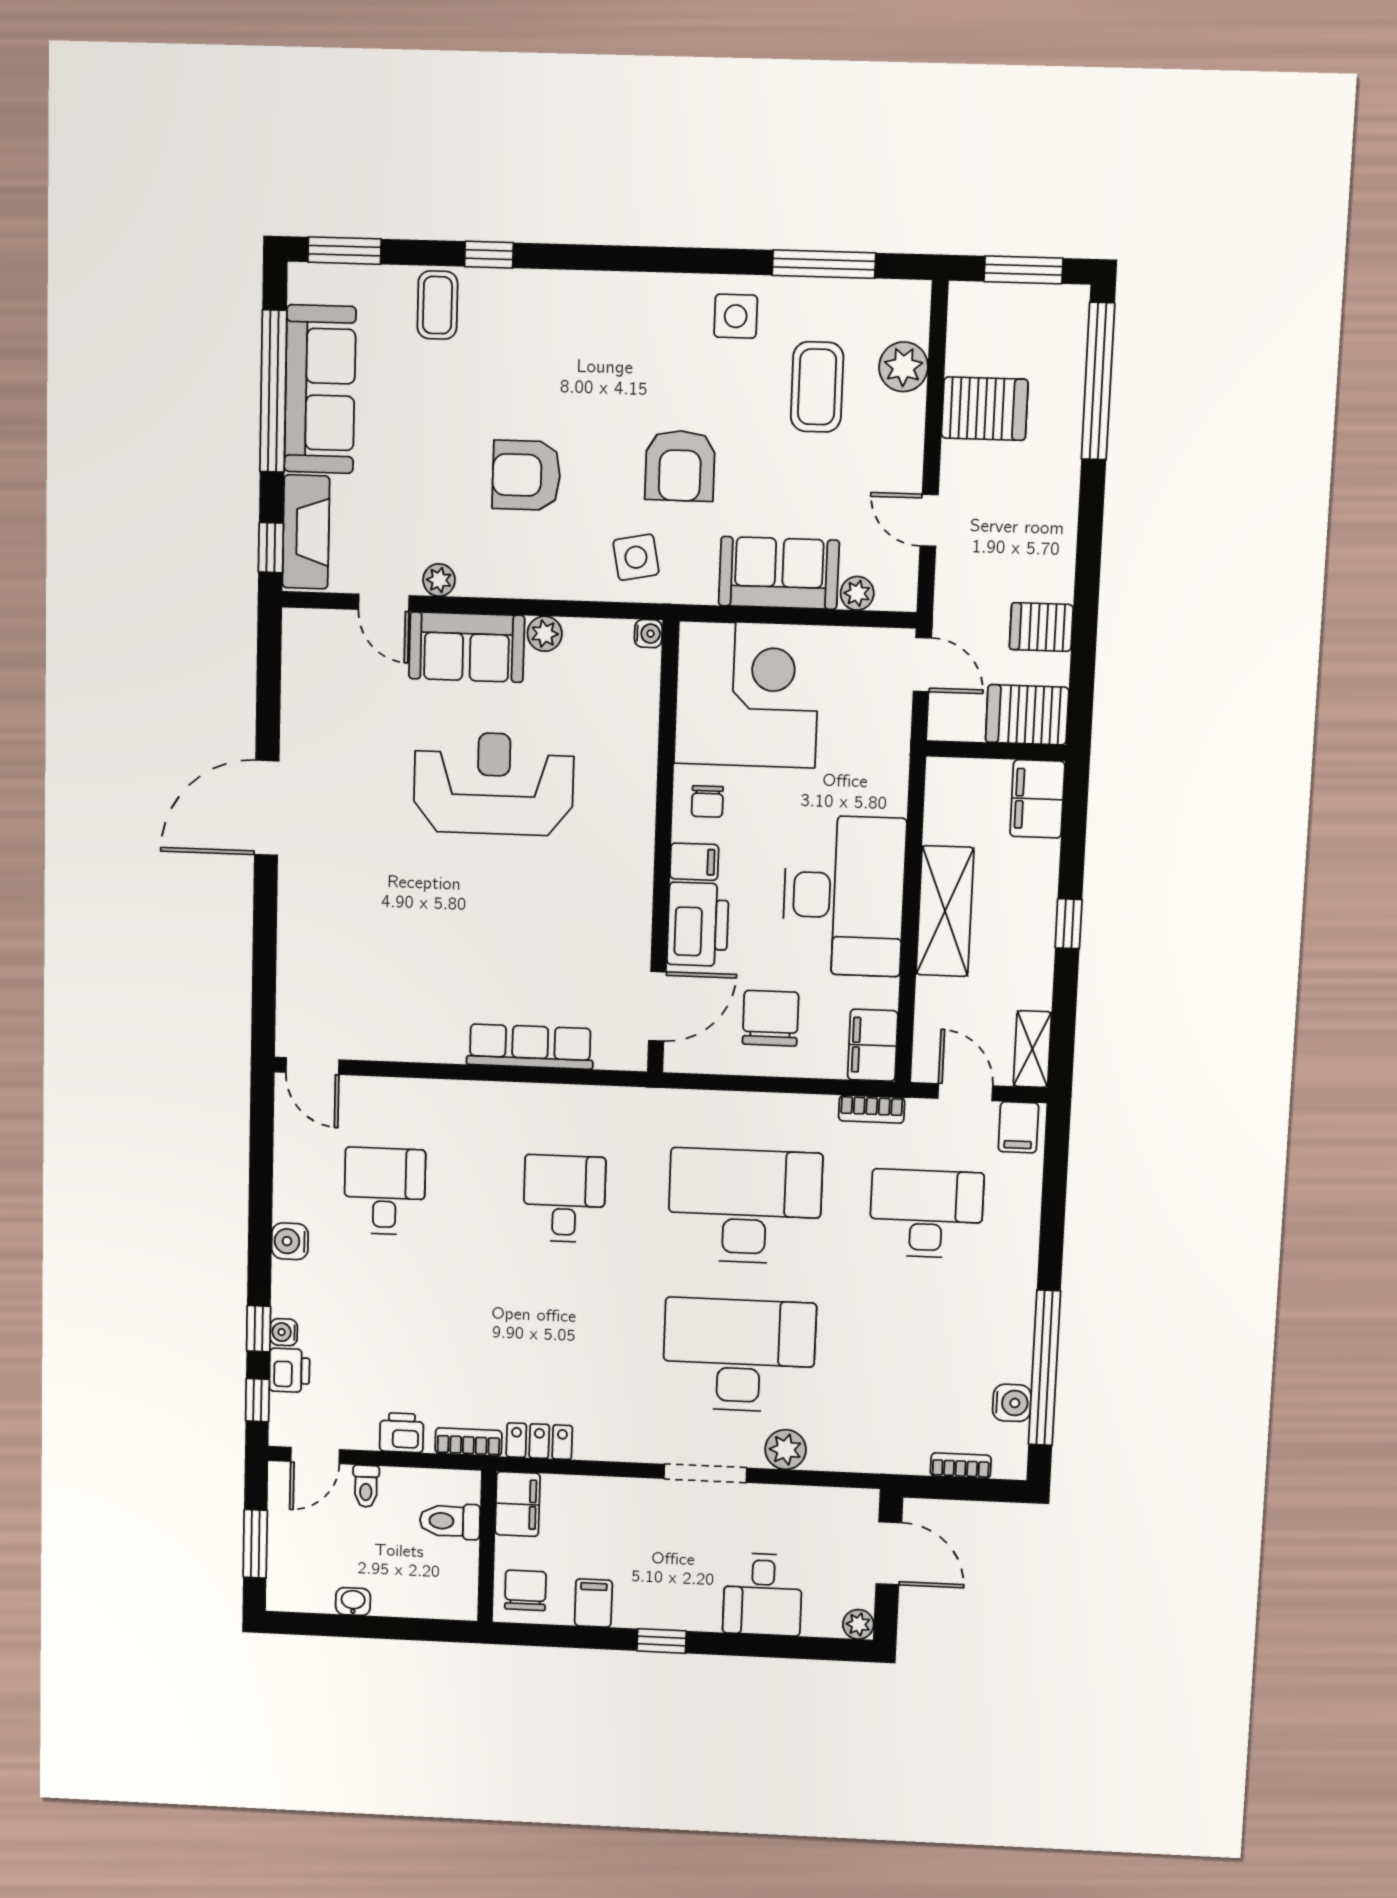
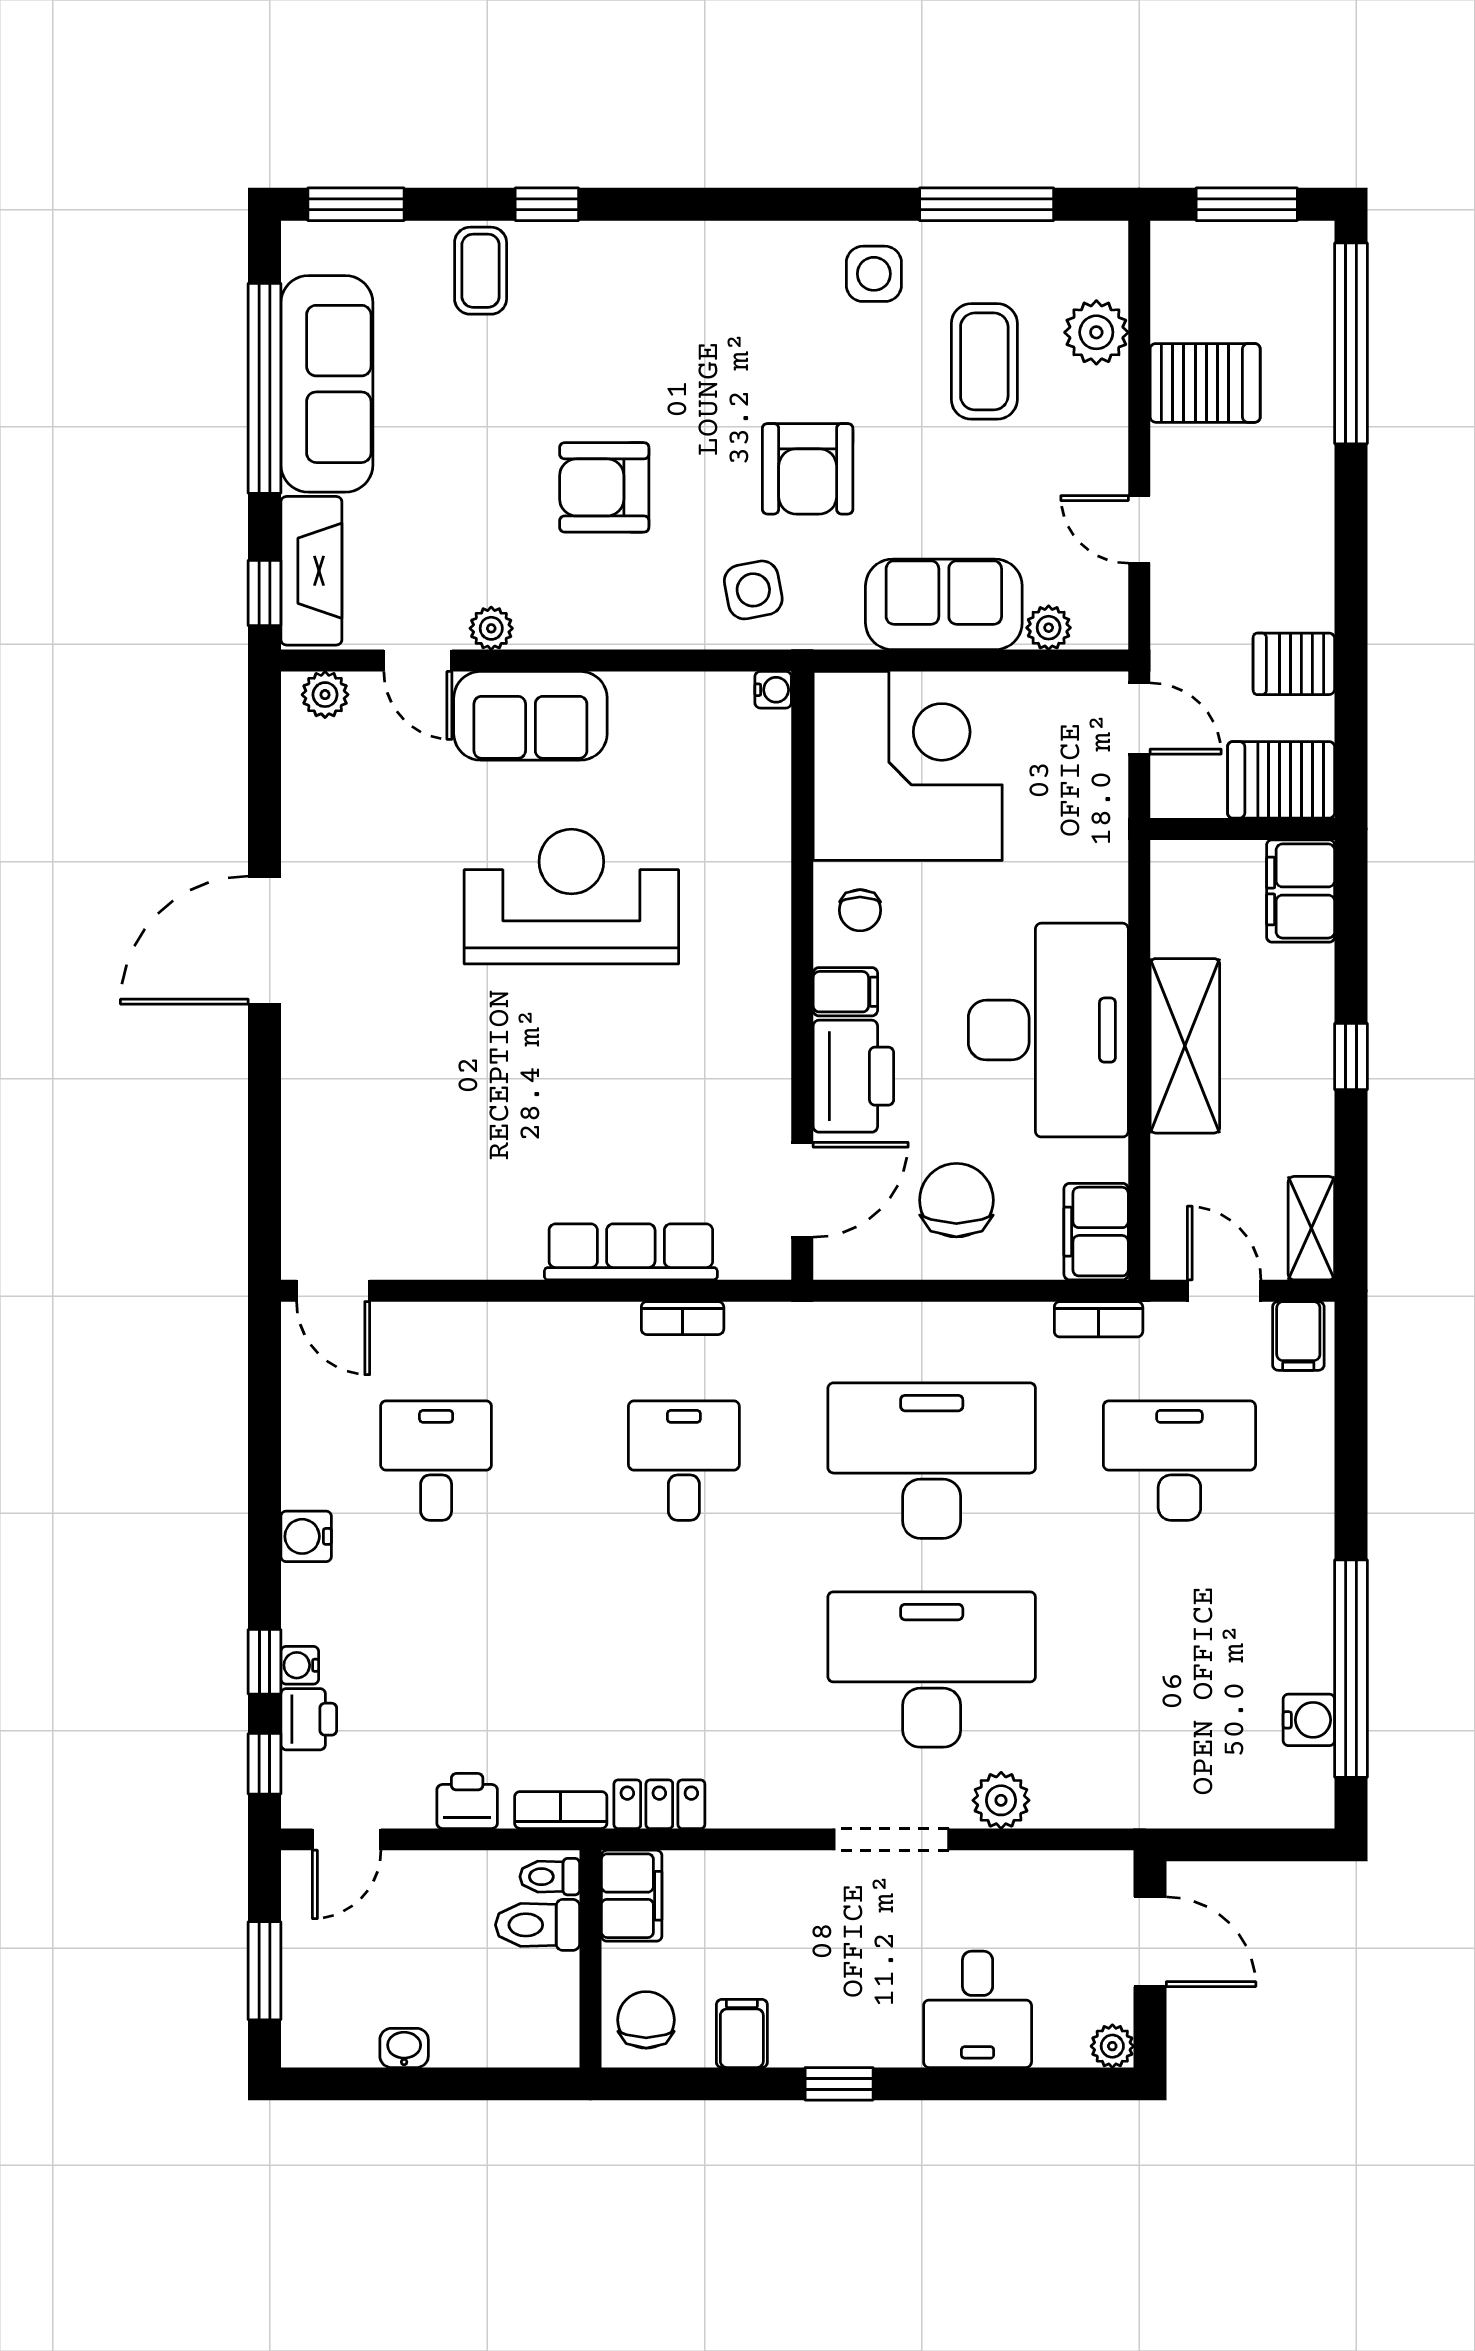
plant: (545, 634) -> (325, 695), moved
bookcase: (961, 1466) -> (683, 1318), moved, turned 180
toilet: (366, 1486) -> (550, 1877), moved, turned 90

